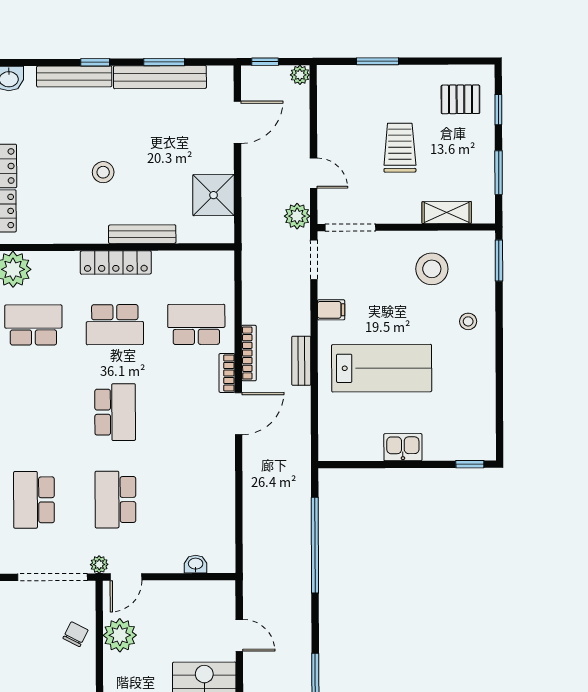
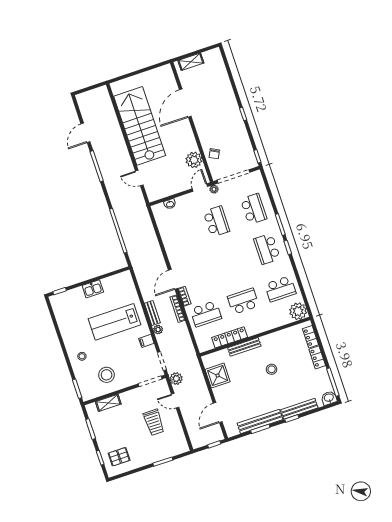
plant: (300, 75) -> (158, 330), moved
trolley: (400, 148) -> (154, 422), moved
locker: (116, 262) -> (230, 337), moved
school desk: (115, 412) -> (267, 249), moved

